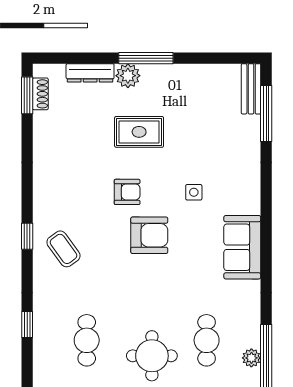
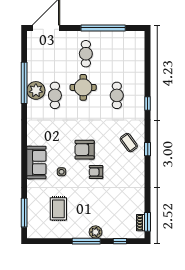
window: (81, 58) -> (120, 241), added
dresser: (90, 73) -> (115, 233), removed
bench: (251, 89) -> (32, 225), removed
rug: (139, 132) -> (58, 209), moved, turned 90
sofa: (242, 247) -> (36, 162), moved
plant: (251, 358) -> (36, 90), width x1.87, depth x1.87

